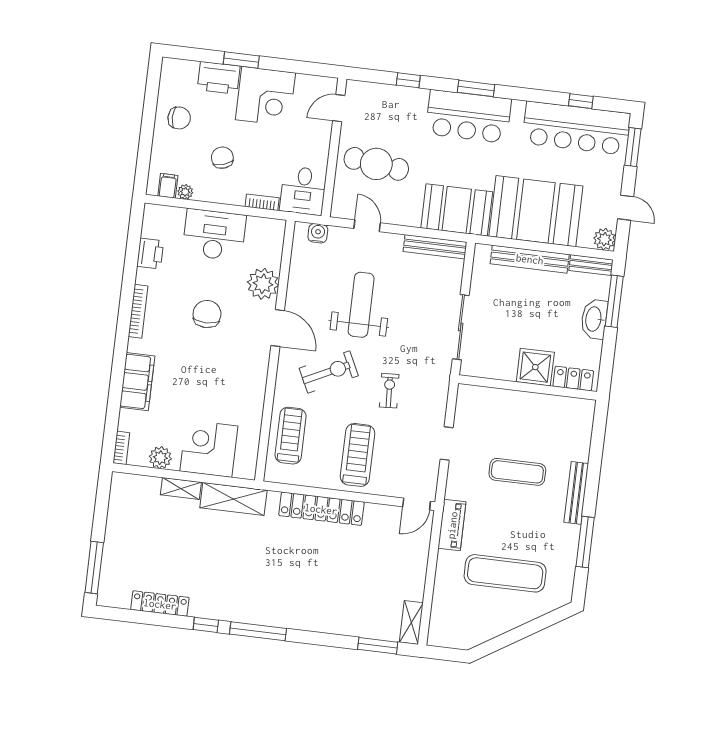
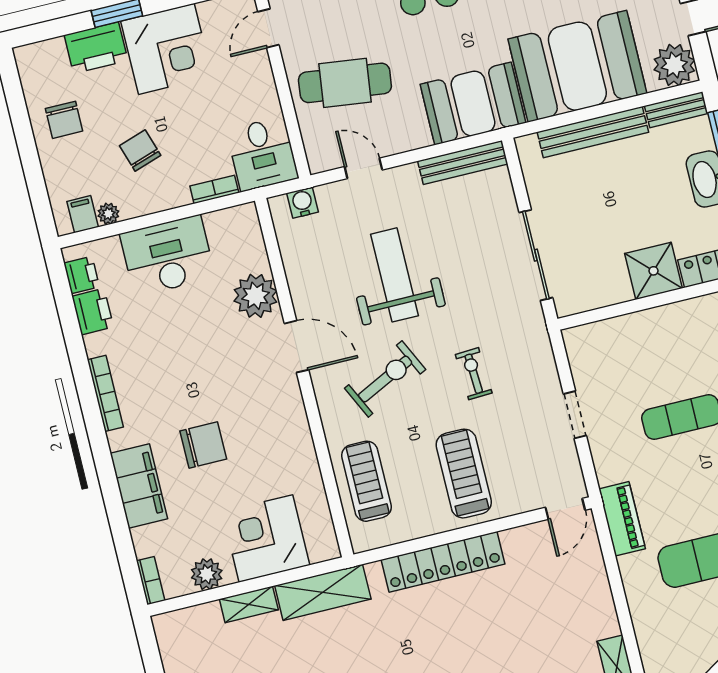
chair: (179, 118) -> (64, 120), turned 90
printer: (152, 226) -> (82, 275), added
plant: (605, 239) -> (674, 65), width x1.36, depth x1.36
chair: (207, 314) -> (203, 445), moved, turned 90

